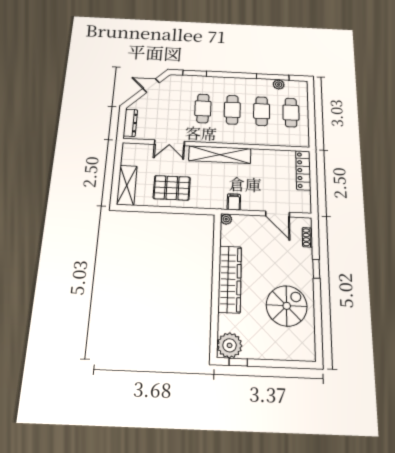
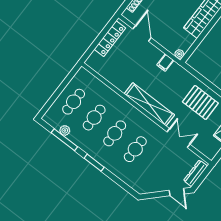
window: (195, 73) -> (94, 163), moved
door: (151, 86) -> (177, 192), moved
locker: (303, 170) -> (110, 39), moved

